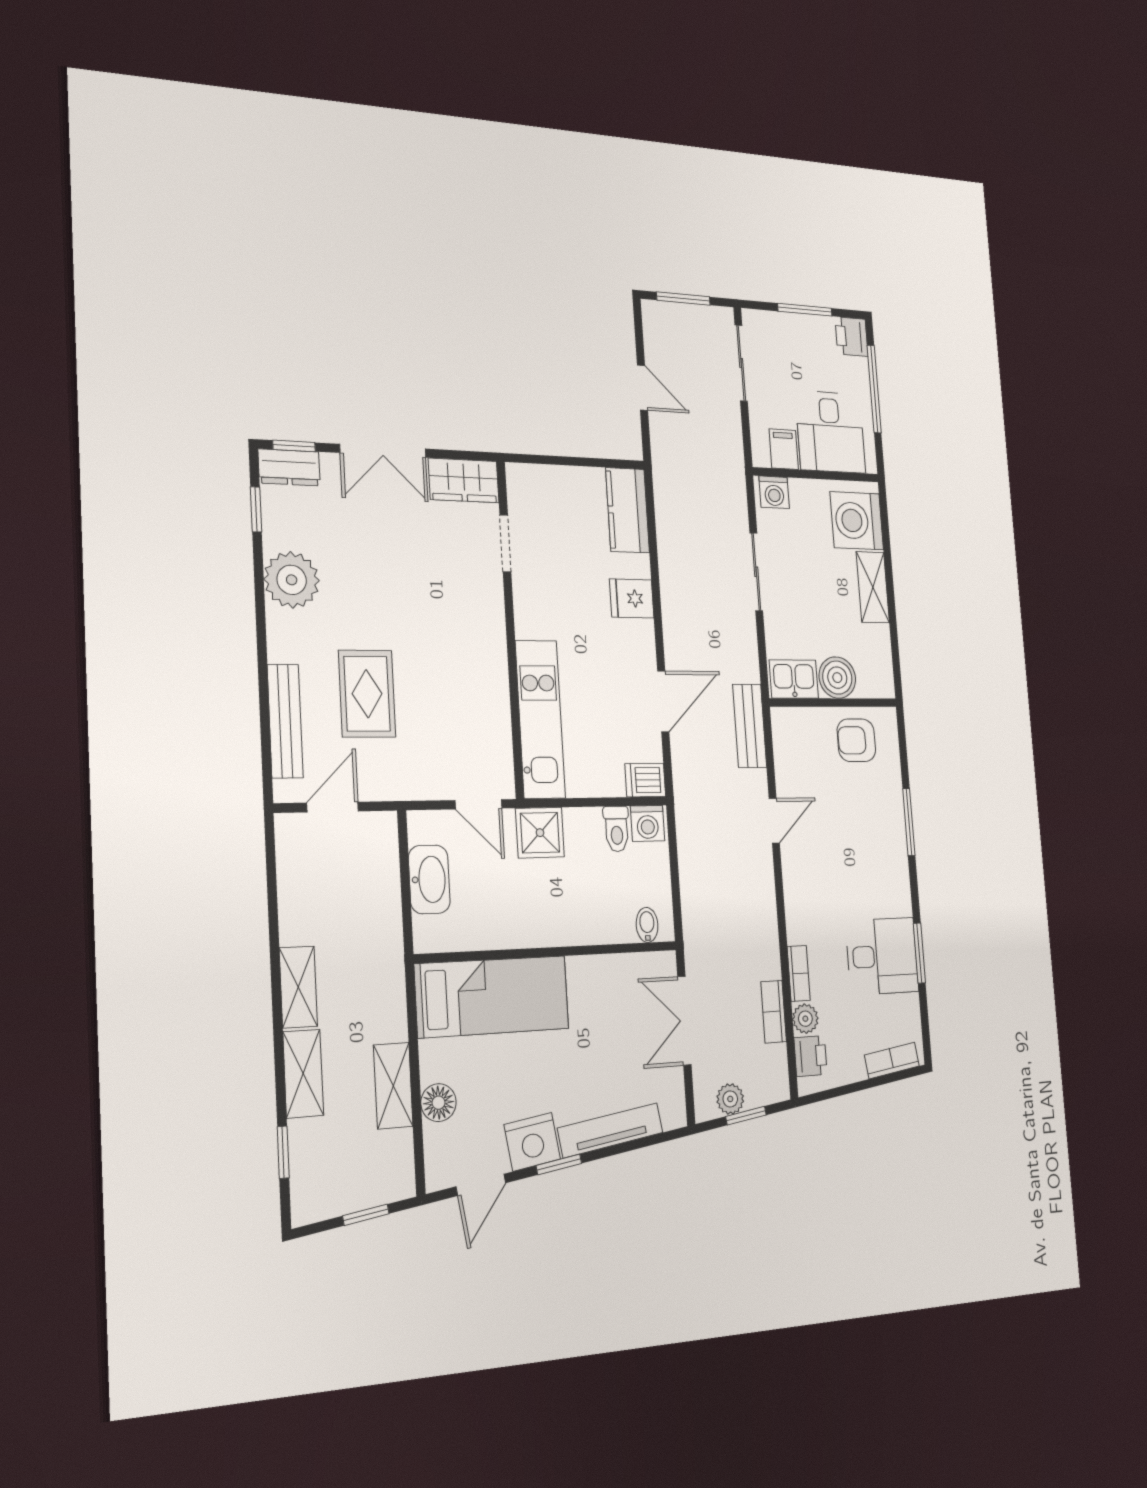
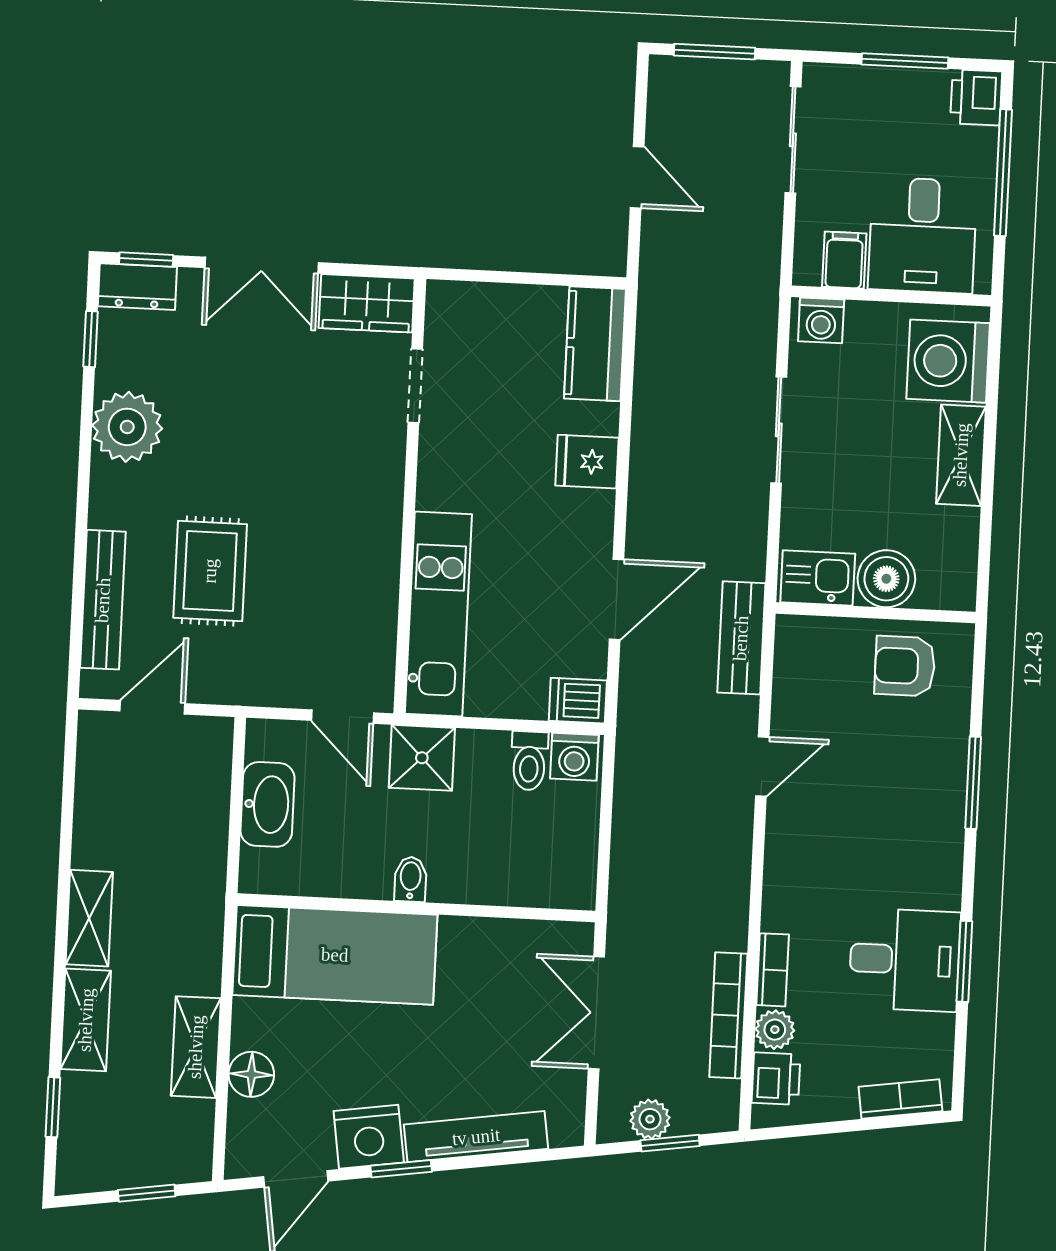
bidet: (647, 925) -> (410, 879), moved
bookcase: (774, 1012) -> (728, 1015), width x1.56

